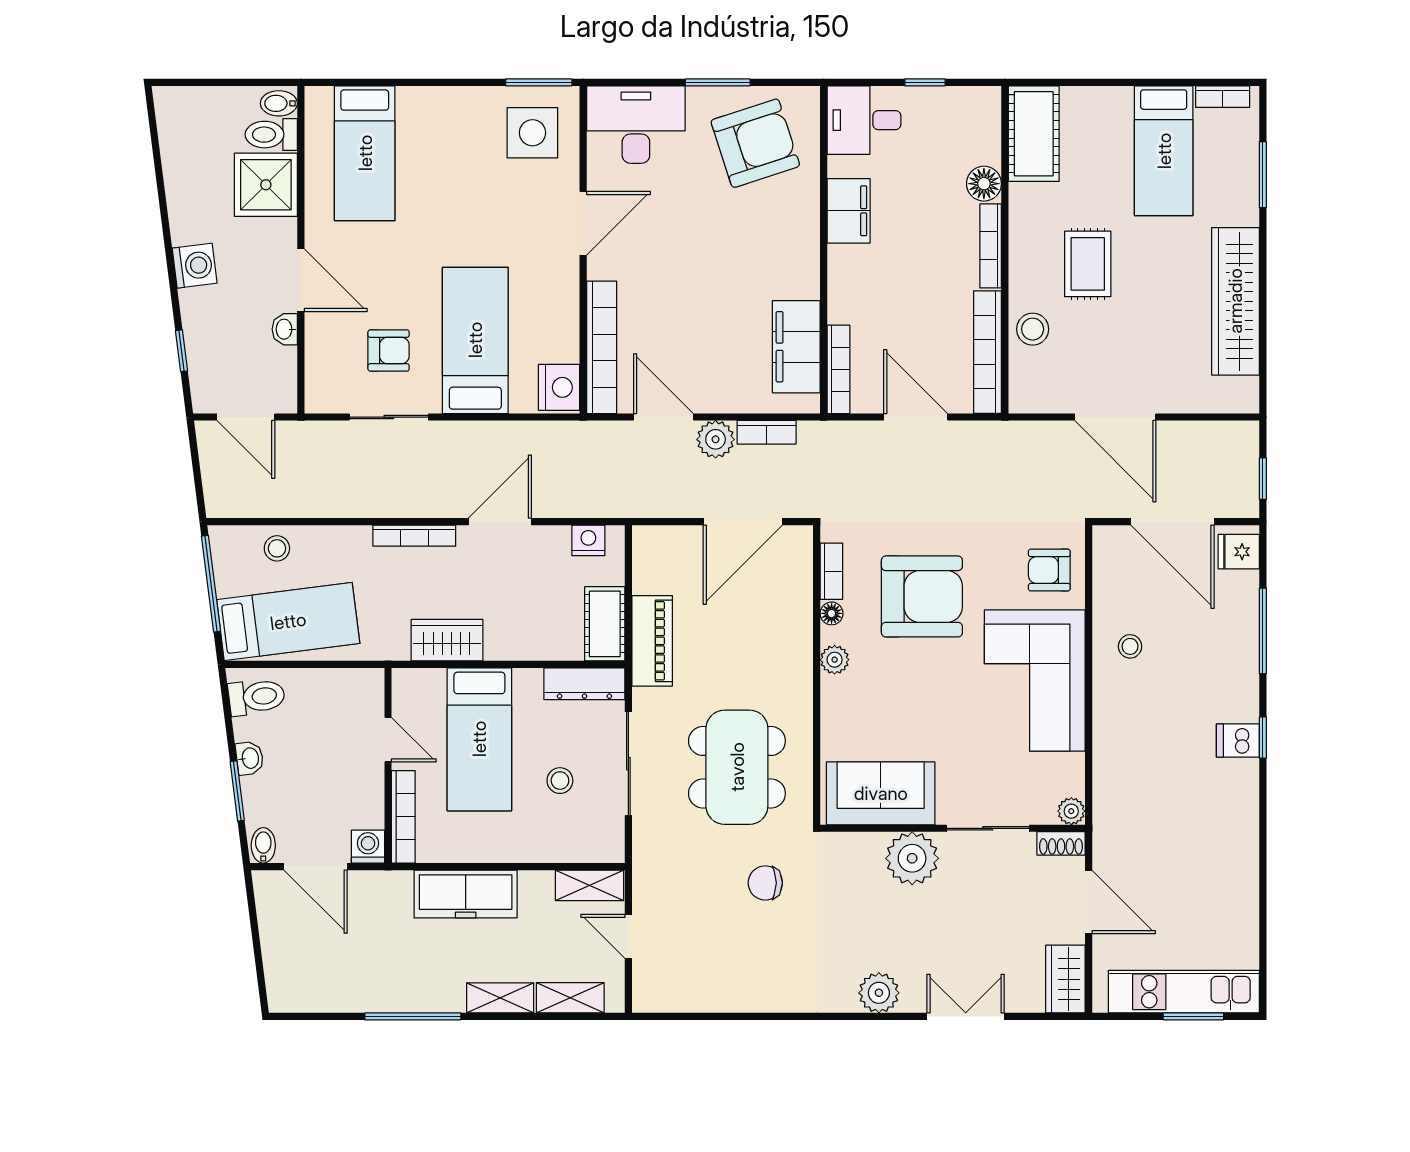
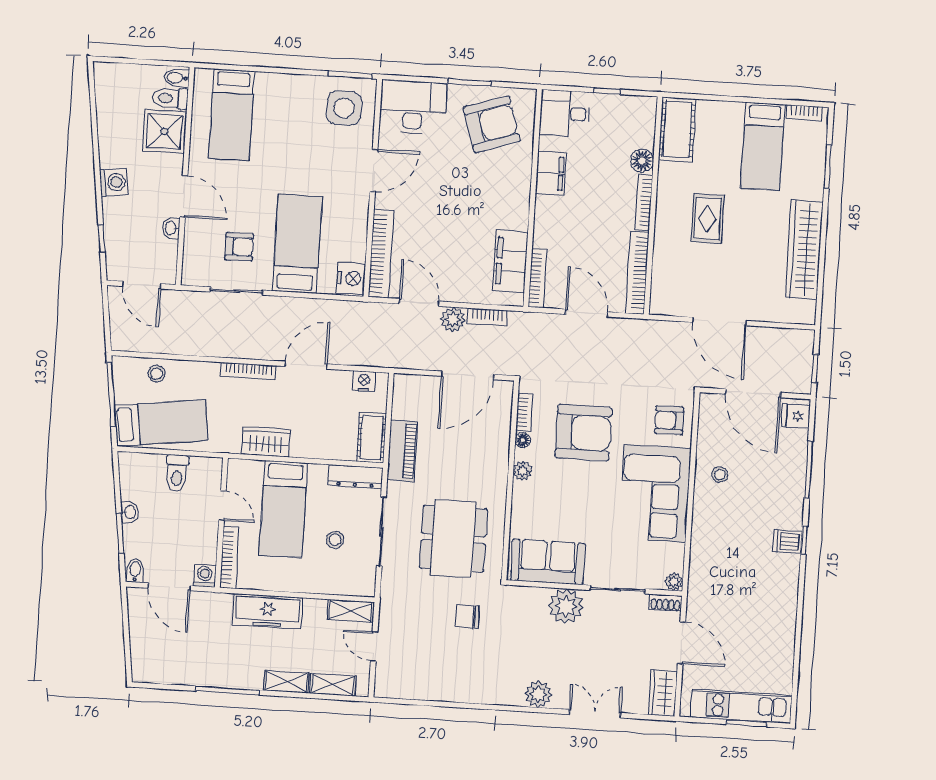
stool: (1033, 329) -> (668, 260), removed
toilet: (257, 697) -> (177, 473), moved, turned 97

